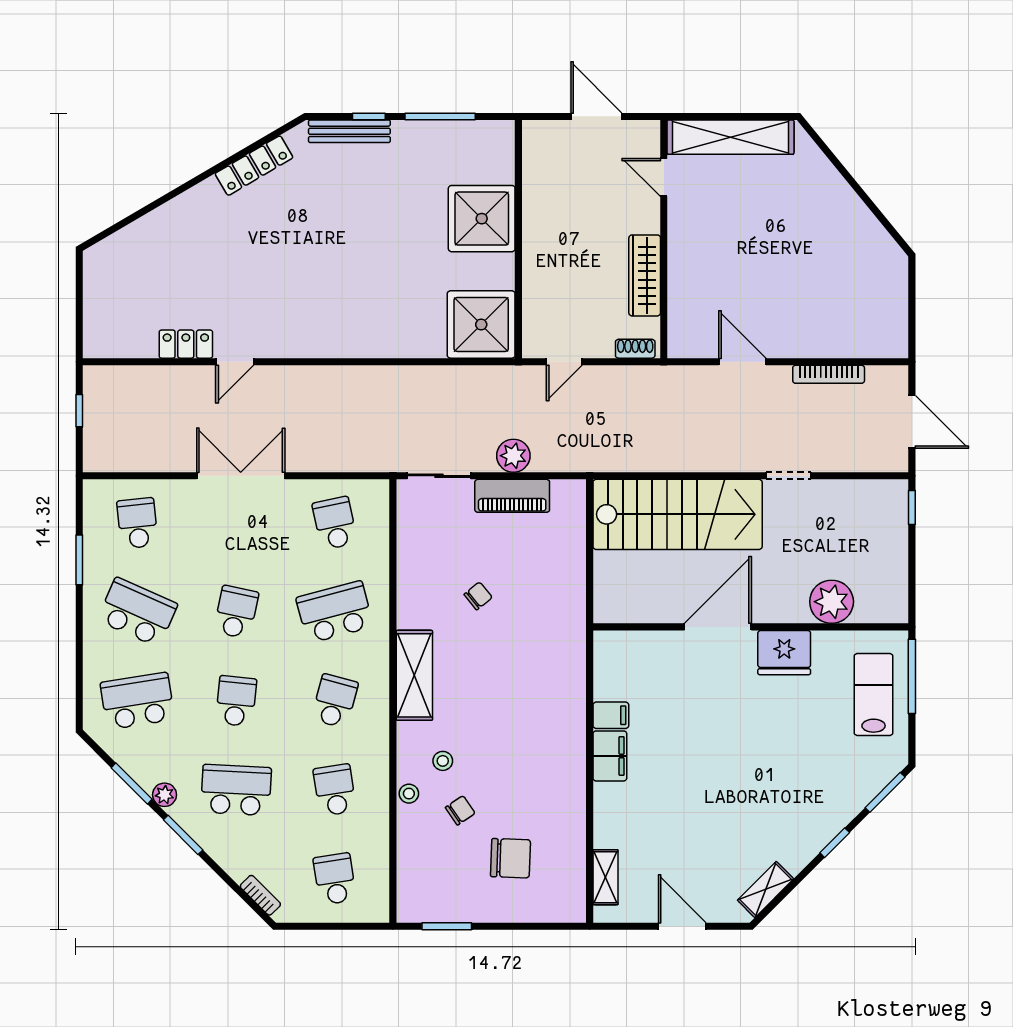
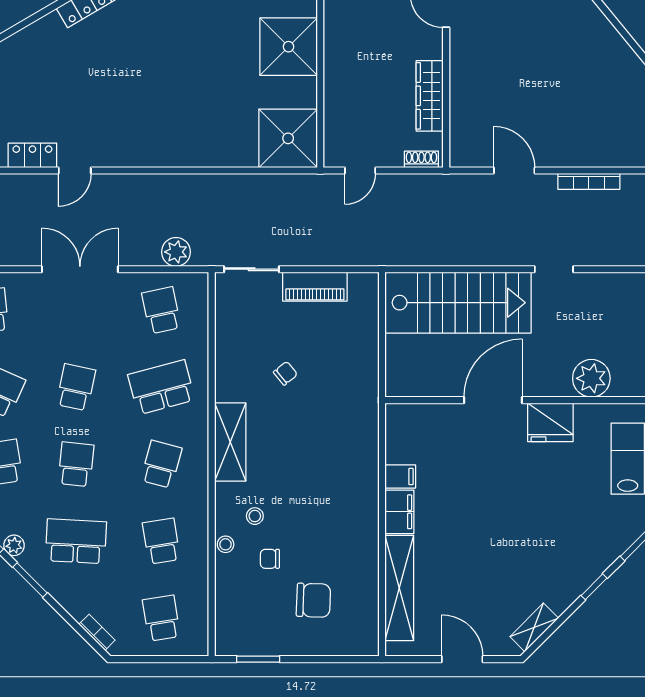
plant: (513, 456) -> (176, 252), moved
chair: (460, 810) -> (270, 559), turned -146
shelving: (606, 877) -> (399, 588), width x2.20, depth x1.33

